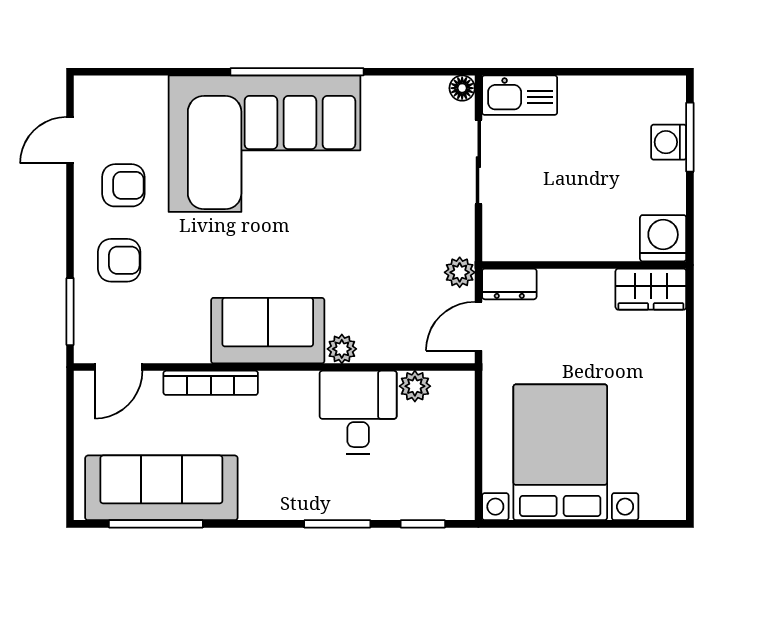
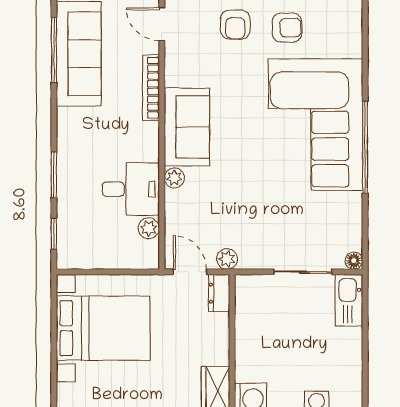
armchair: (123, 185) -> (287, 28), turned -90

